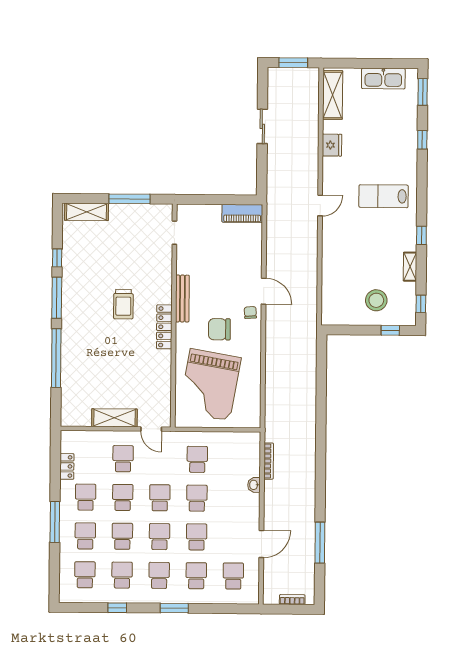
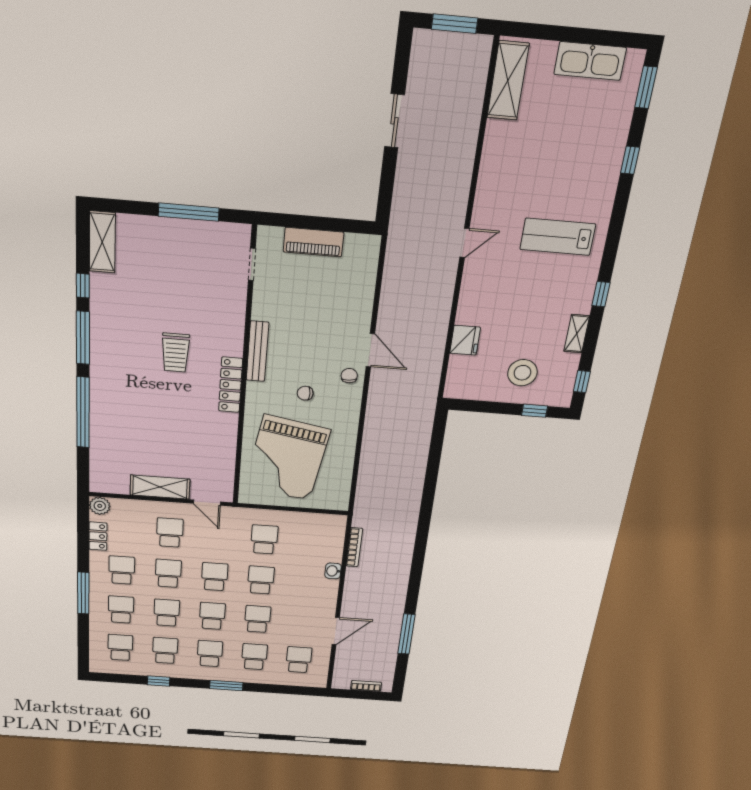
fridge: (332, 145) -> (465, 340), moved
shelving: (86, 212) -> (102, 242), moved, turned 90
piano: (242, 214) -> (313, 242), moved
chair: (219, 329) -> (305, 393), width x0.54, depth x0.54
plant: (68, 438) -> (100, 506), added

